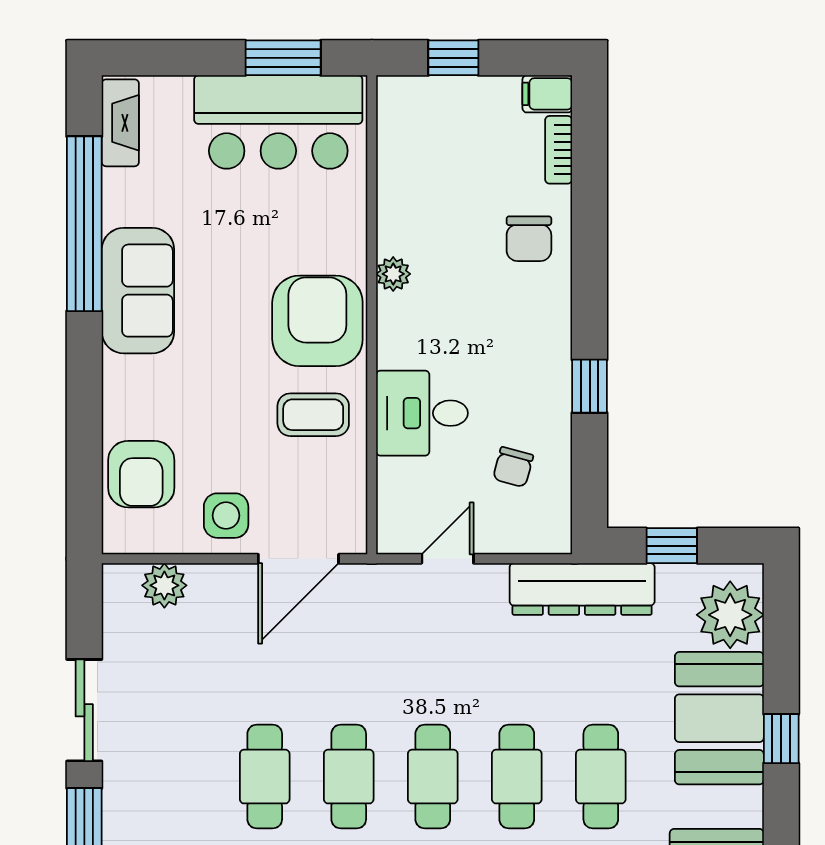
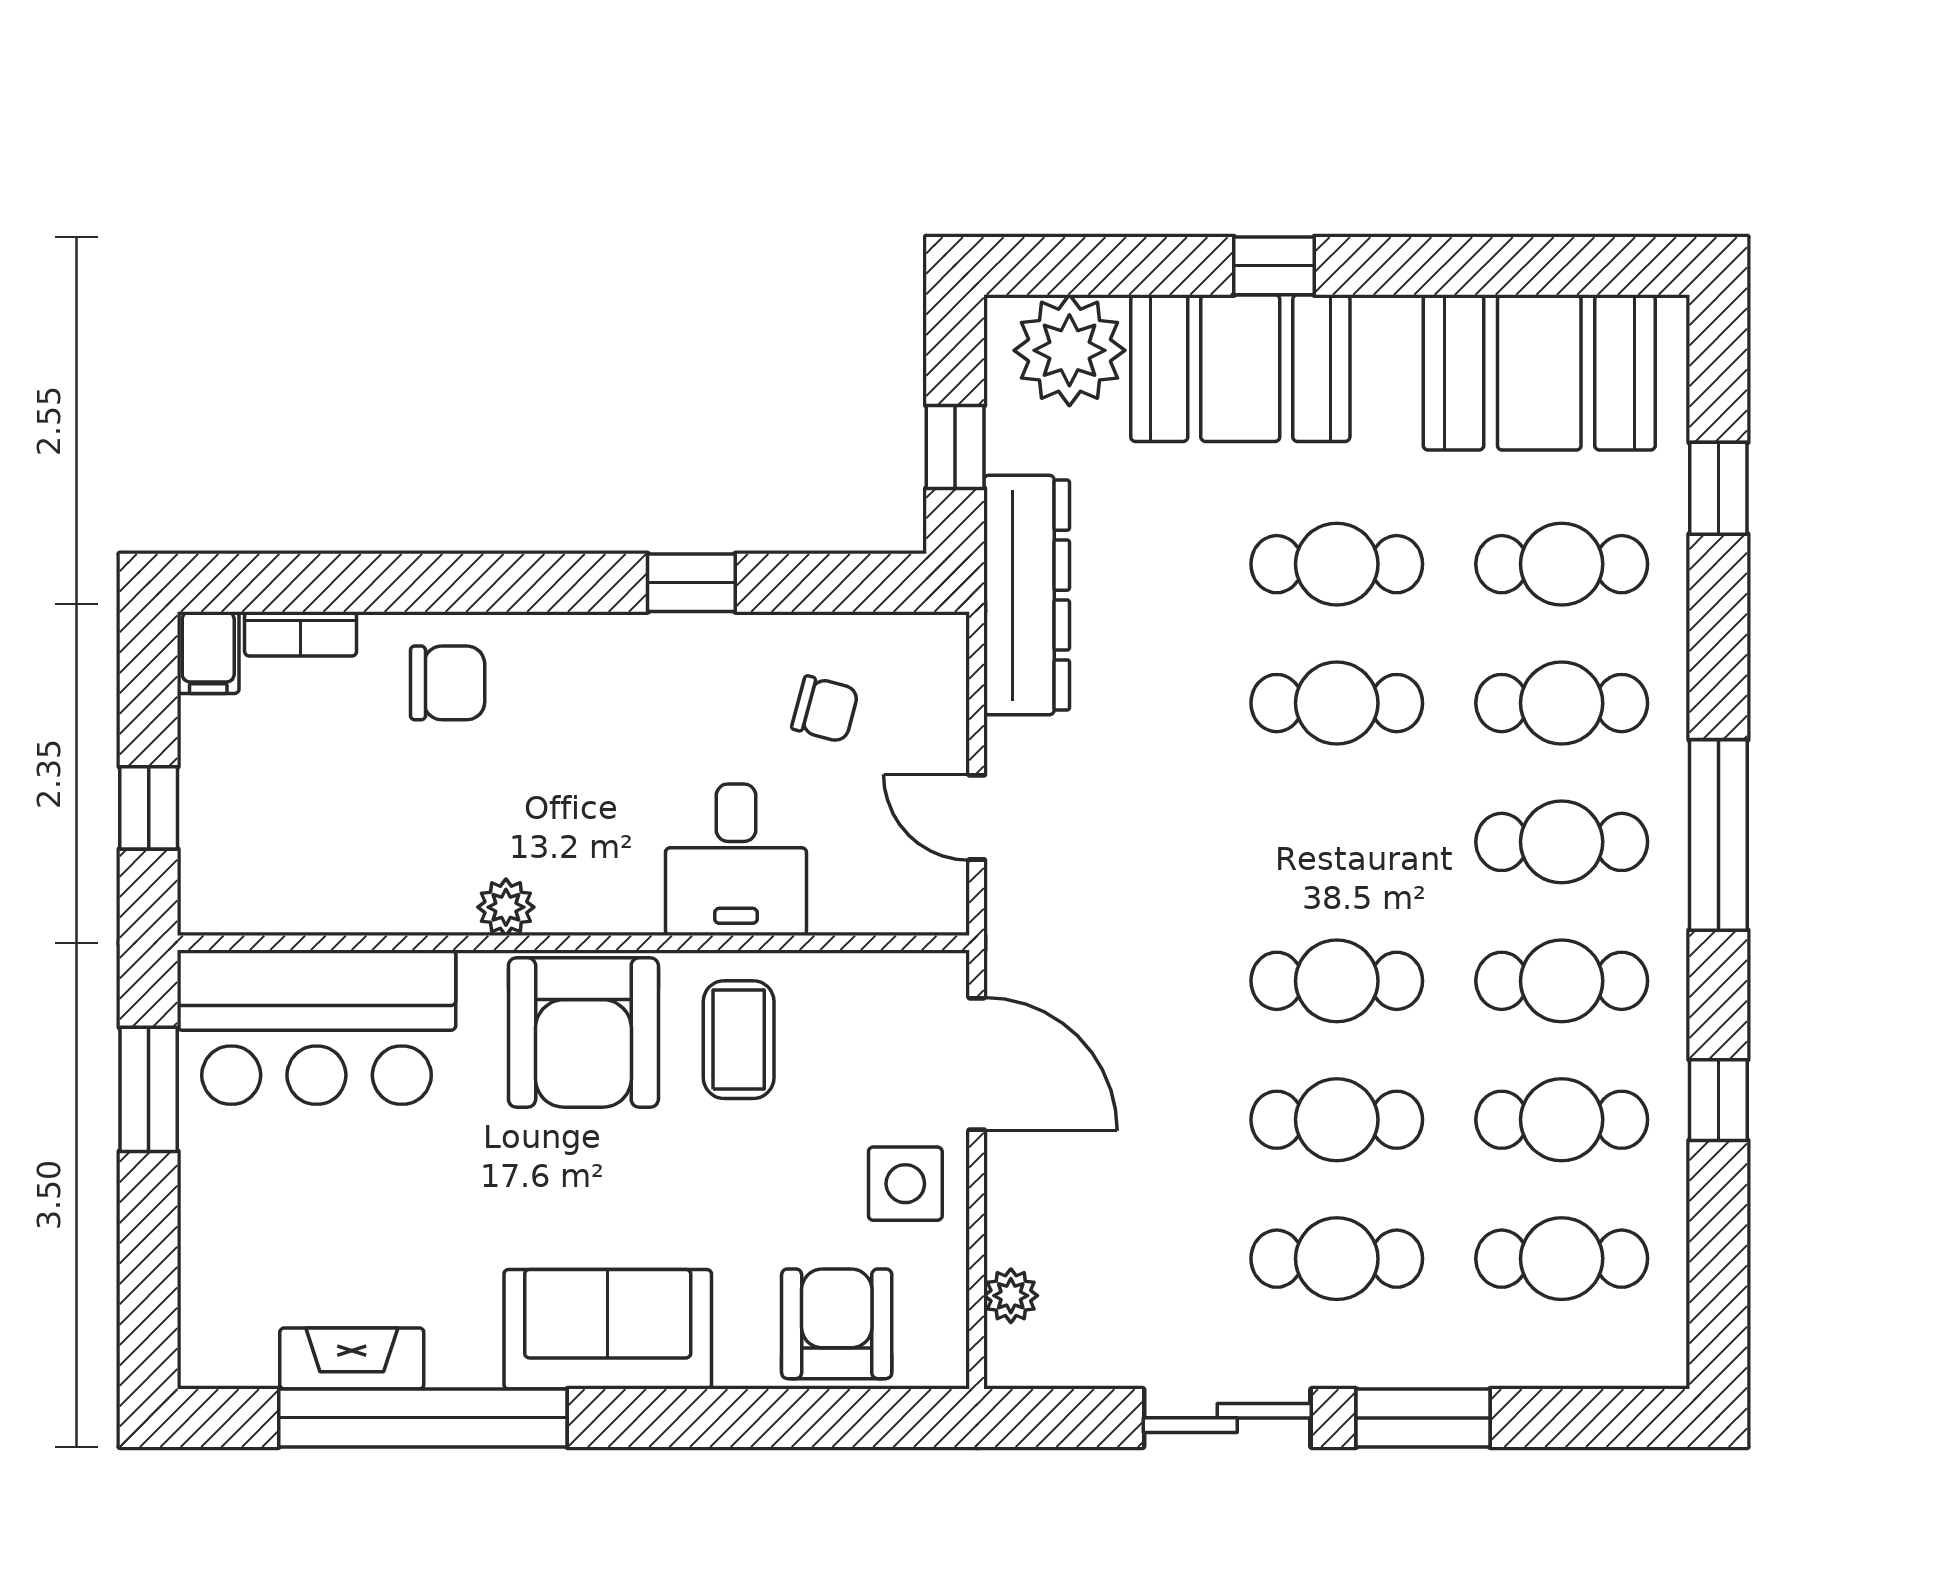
bar counter: (278, 122) -> (316, 1027), moved, turned 90
fireplace: (120, 123) -> (352, 1358), moved
sofa: (138, 291) -> (608, 1329), moved
armchair: (317, 321) -> (583, 1032), turned -90
armchair: (141, 474) -> (837, 1324), turned -90
plant: (164, 585) -> (1011, 1296), width x0.73, depth x0.73
cafe table: (433, 777) -> (1337, 1259), moved

